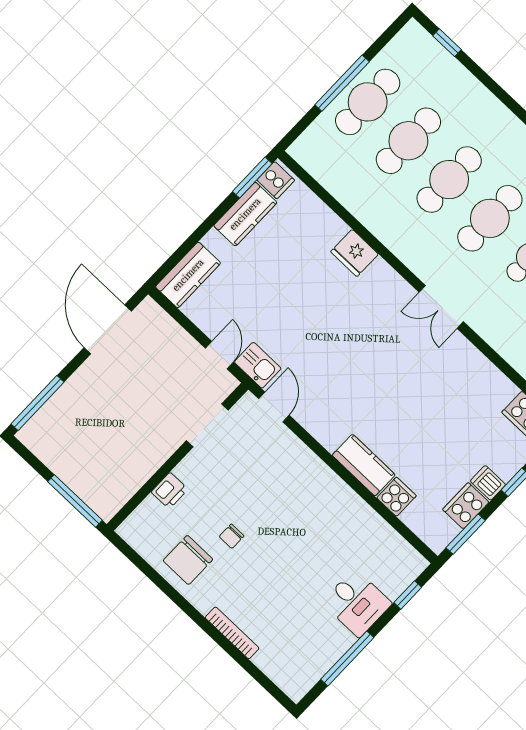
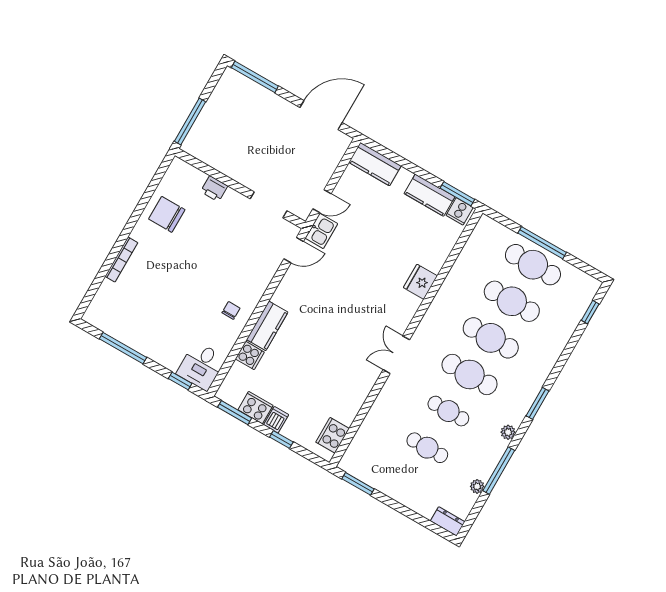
chair: (232, 536) -> (231, 310), moved, turned 90
desk: (357, 603) -> (201, 366), moved

